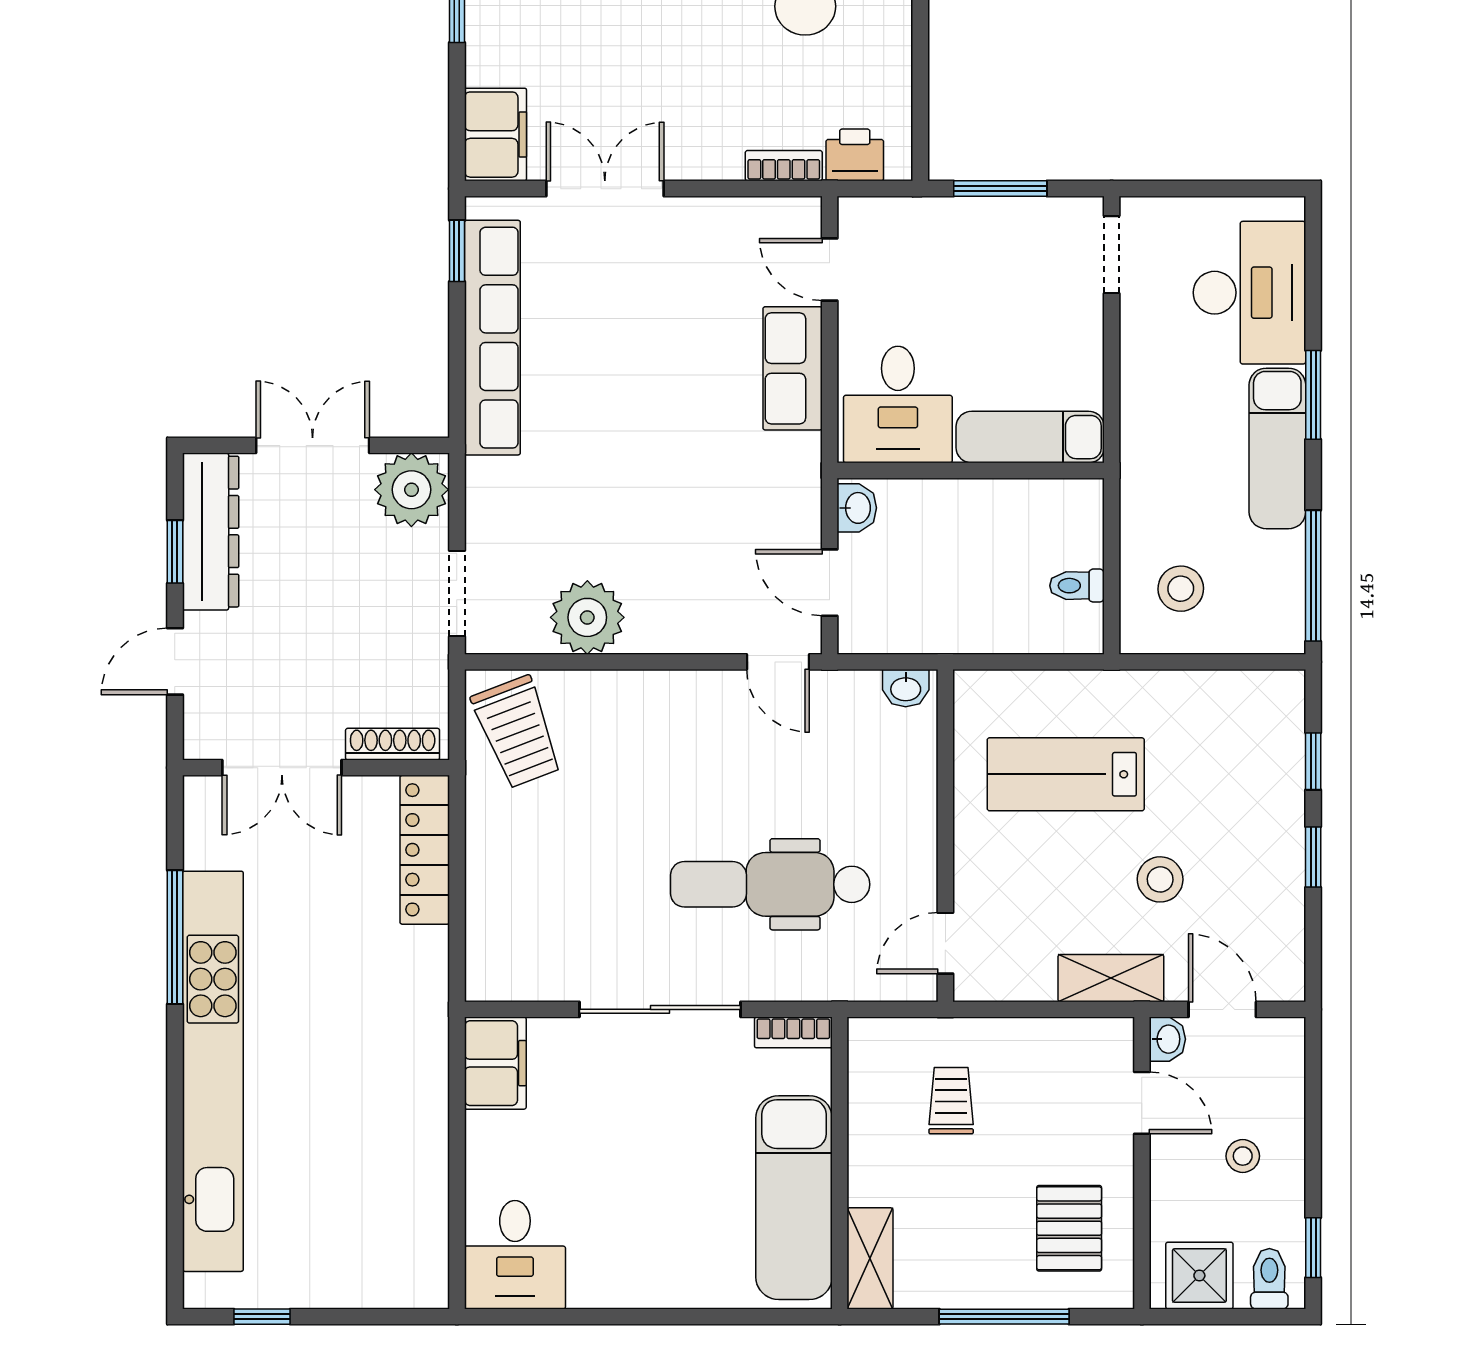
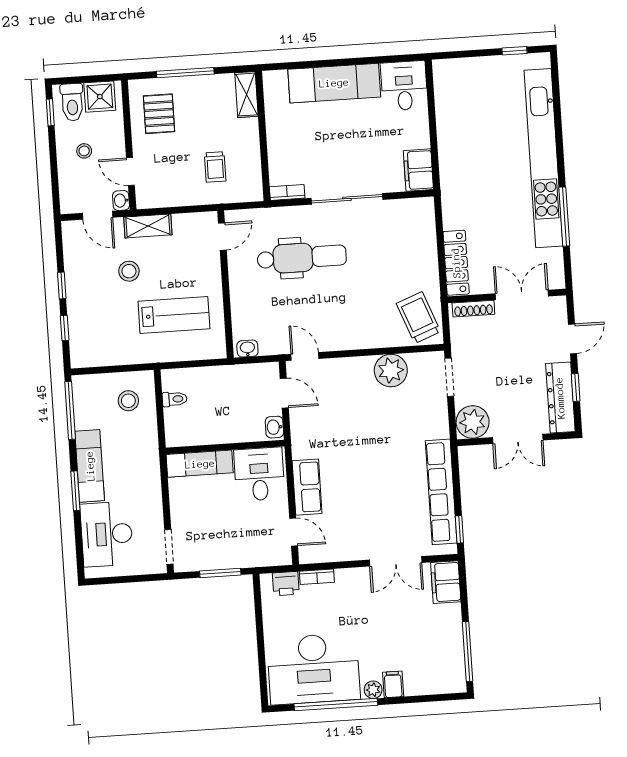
exam couch: (794, 1198) -> (334, 83), moved, turned 90
toilet: (1269, 1279) -> (72, 102), width x1.37, depth x1.39

